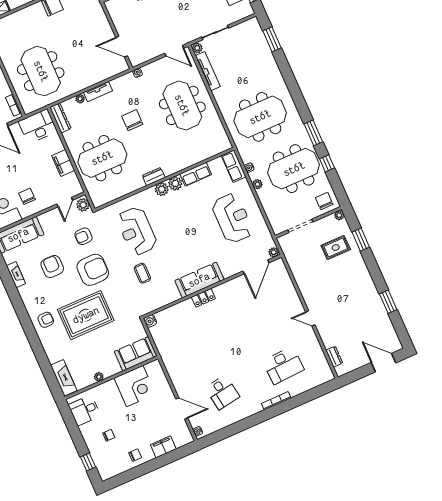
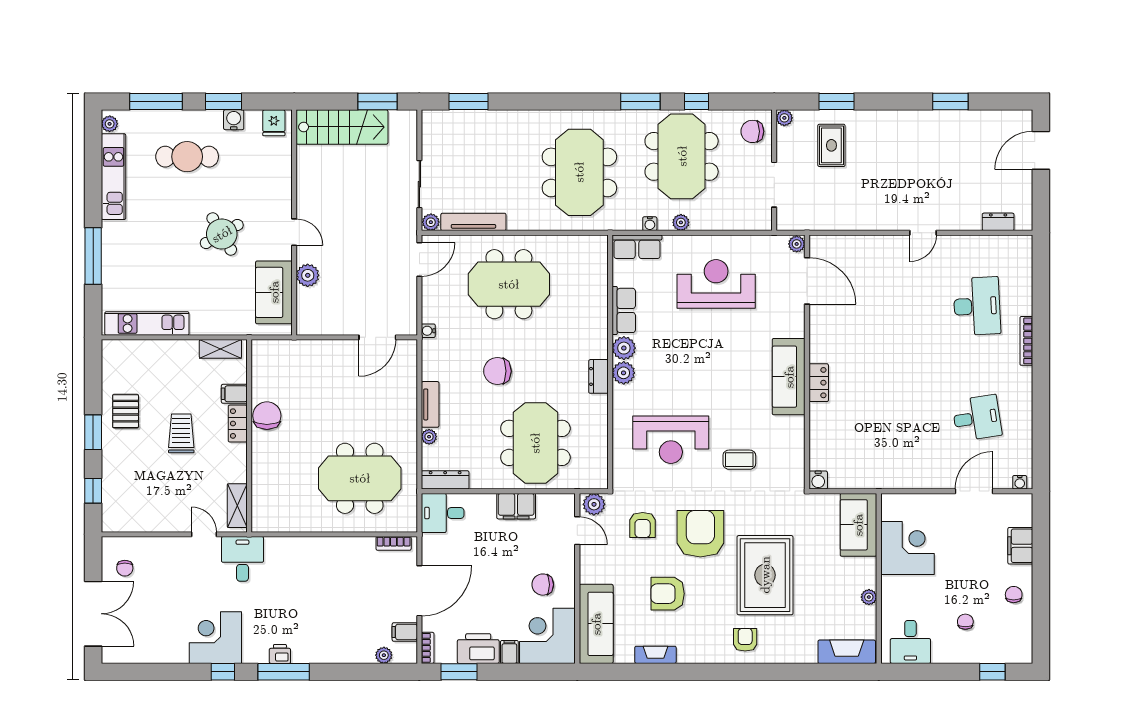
desk: (38, 126) -> (443, 513), width x0.73

